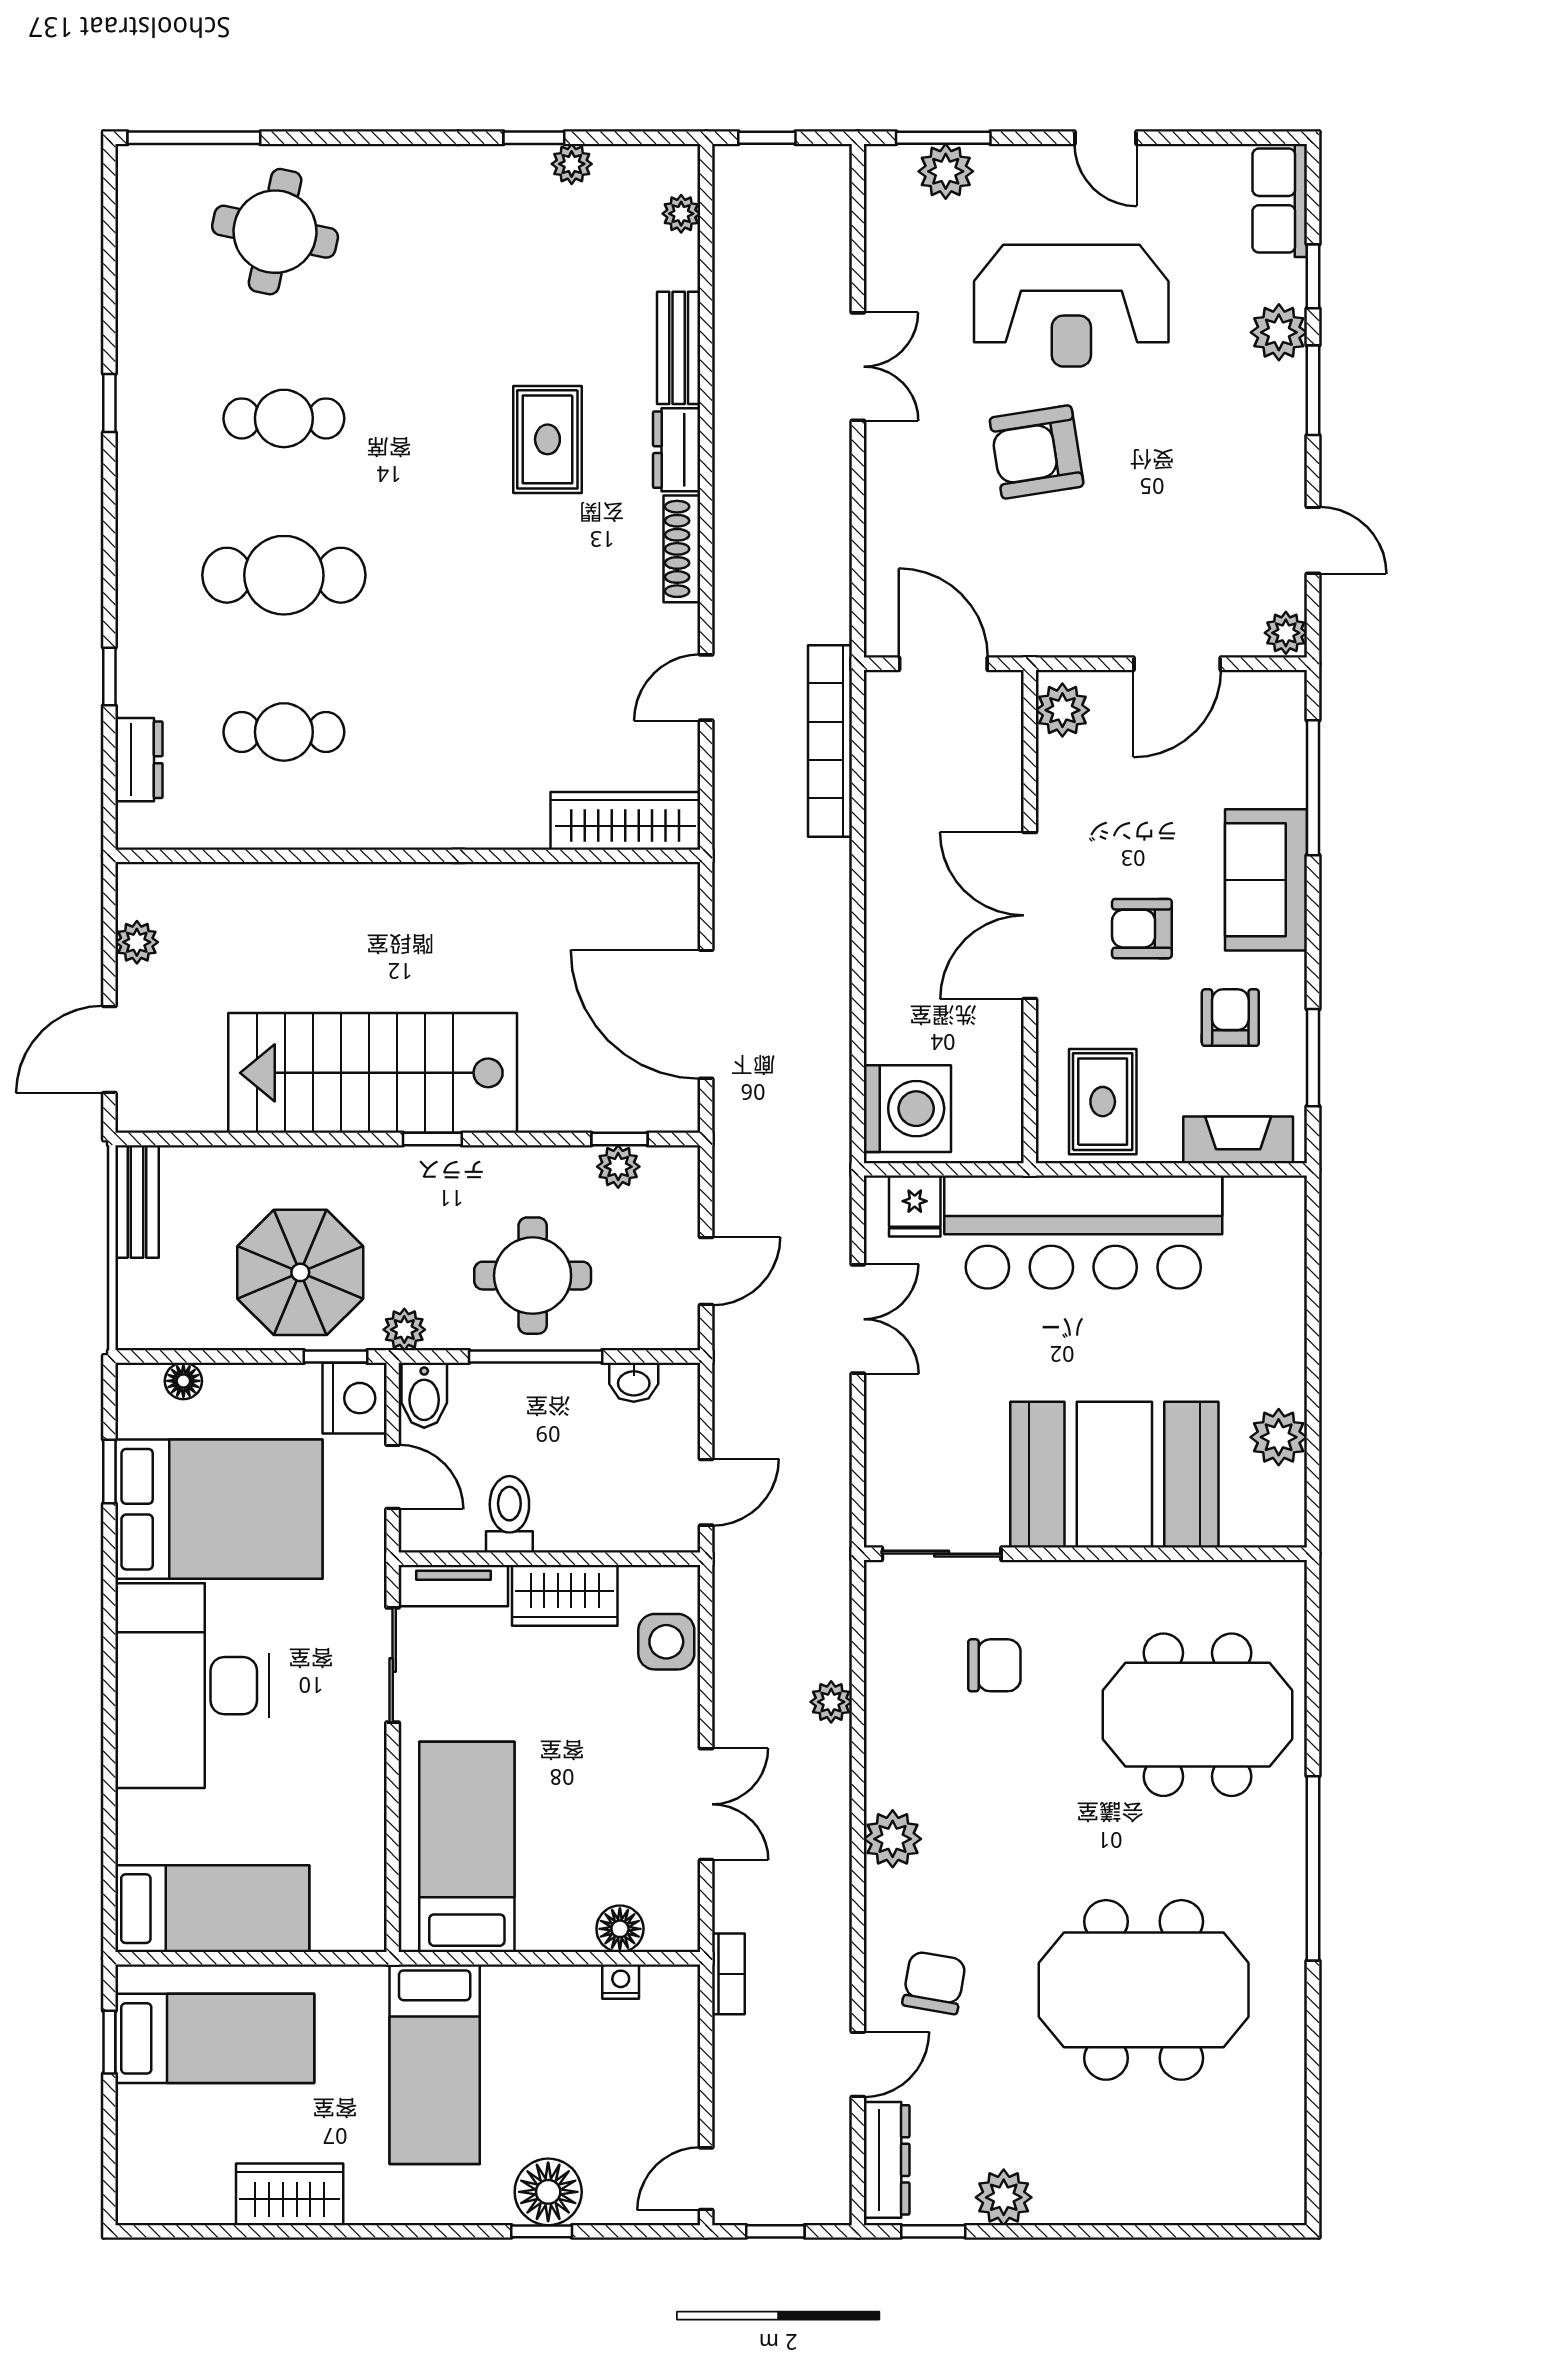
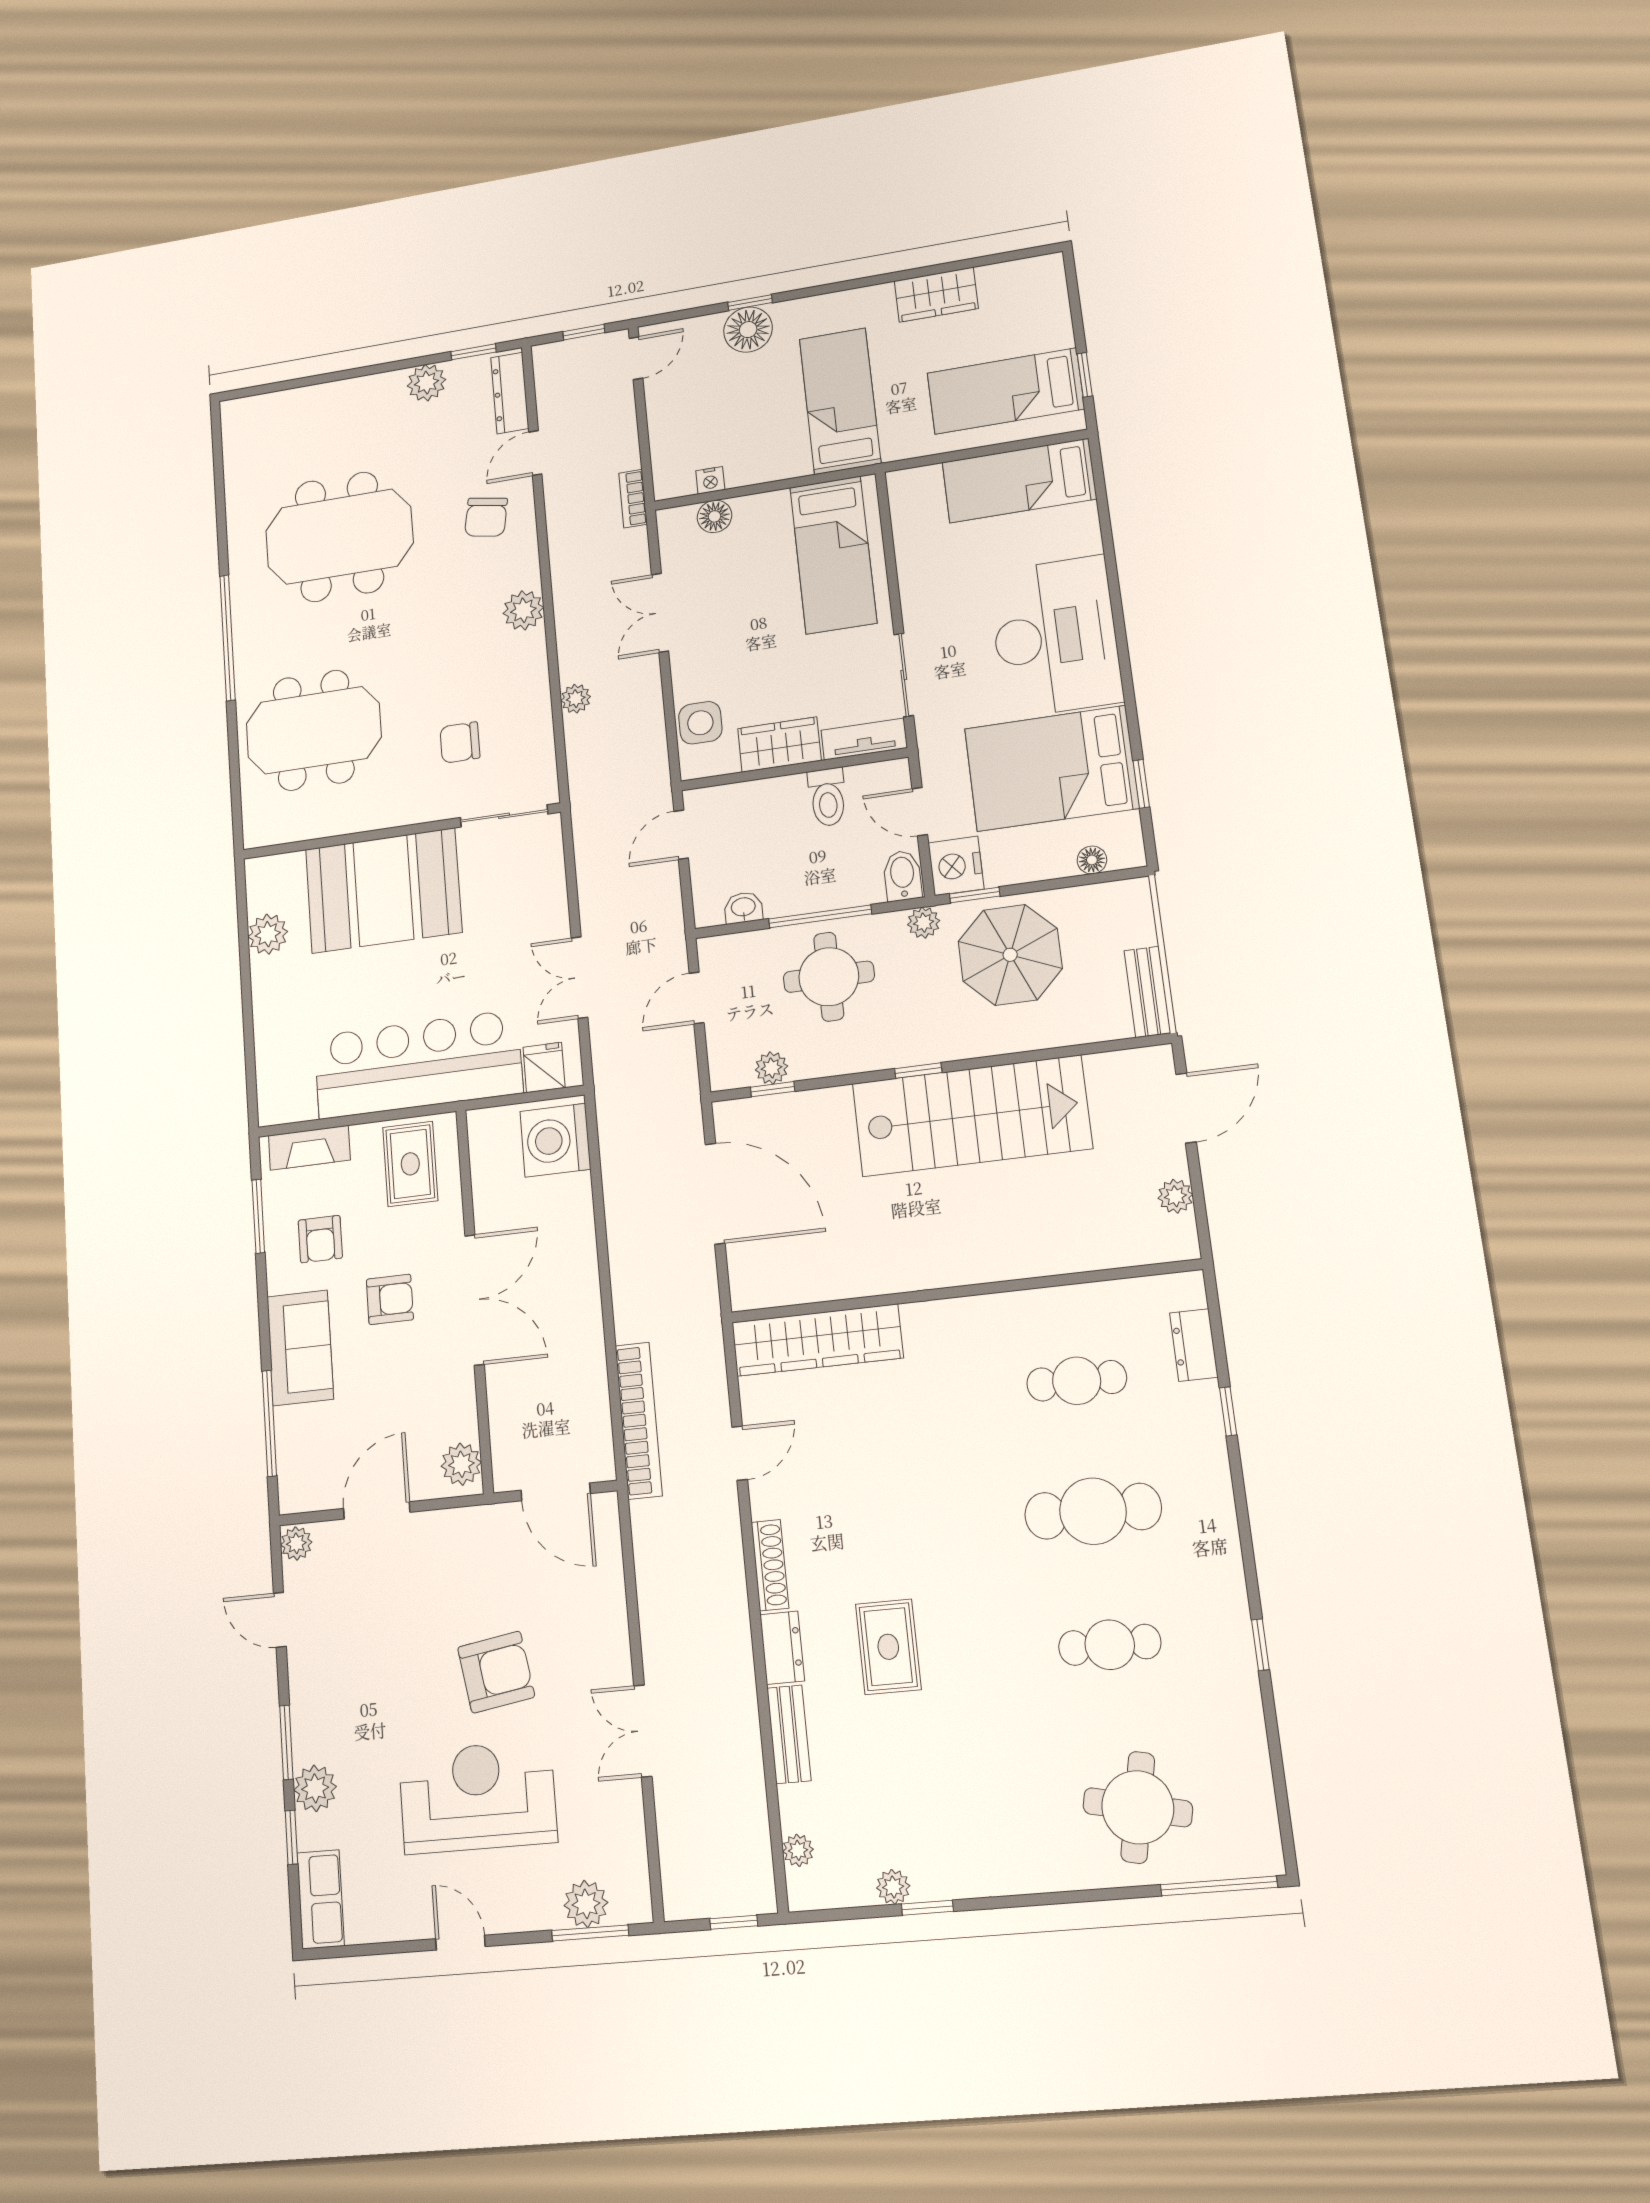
wardrobe: (625, 821) -> (817, 1340), width x1.40, depth x1.17

